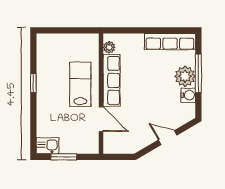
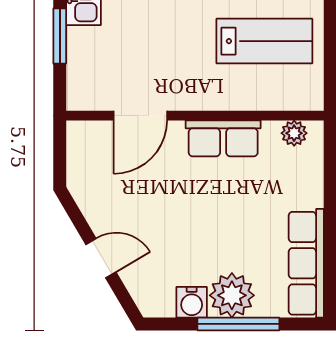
row of seats: (112, 80) -> (223, 138), width x0.68
lab bench: (80, 84) -> (264, 41), moved
door: (168, 138) -> (101, 258), hinge flipped

